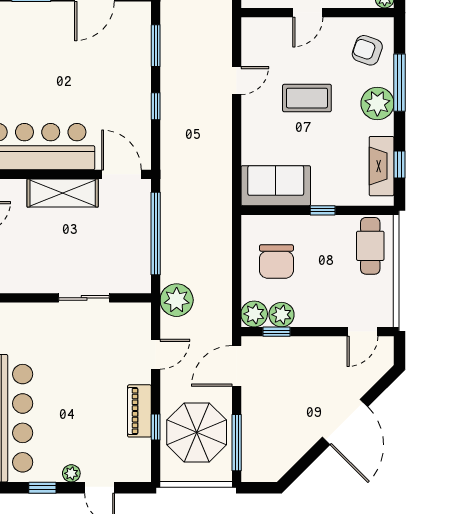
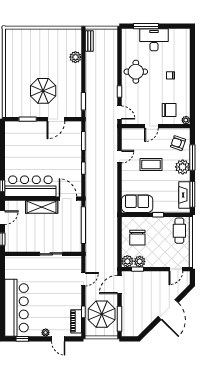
window: (399, 164) -> (192, 194), width x2.17
plant: (177, 300) -> (93, 255), removed
piano: (139, 411) -> (76, 321), moved
window: (42, 488) -> (22, 339), moved

